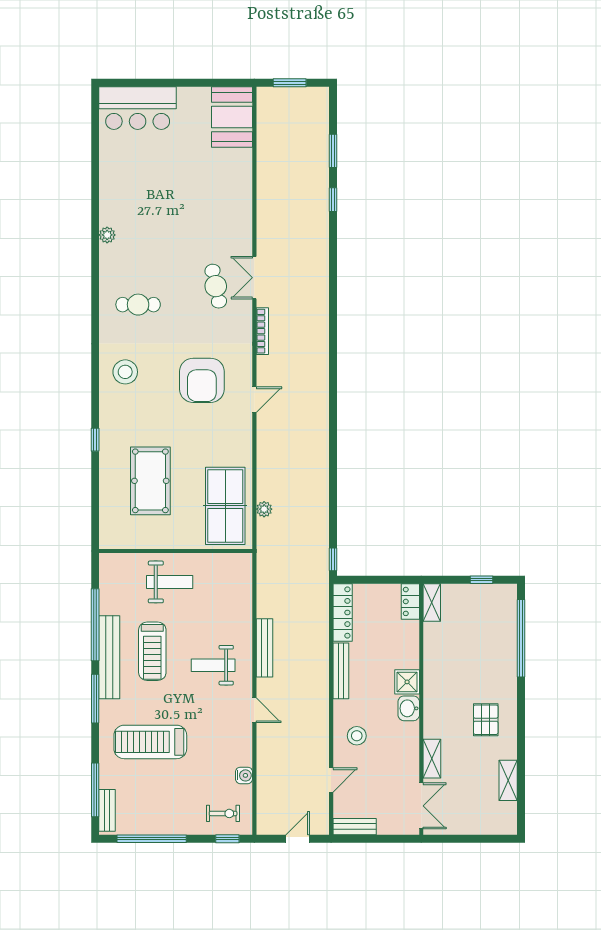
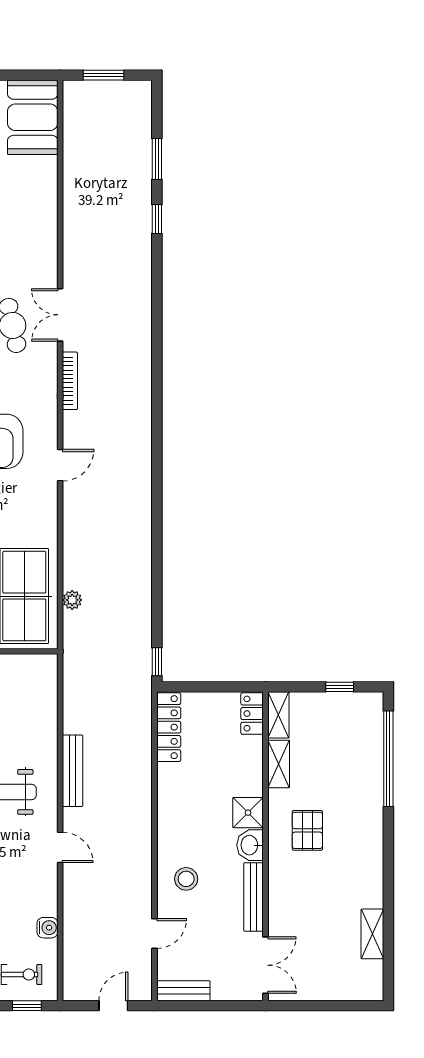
bench: (341, 671) -> (254, 897), moved
pallet: (486, 720) -> (307, 830), moved
shelving: (432, 759) -> (279, 764), moved

